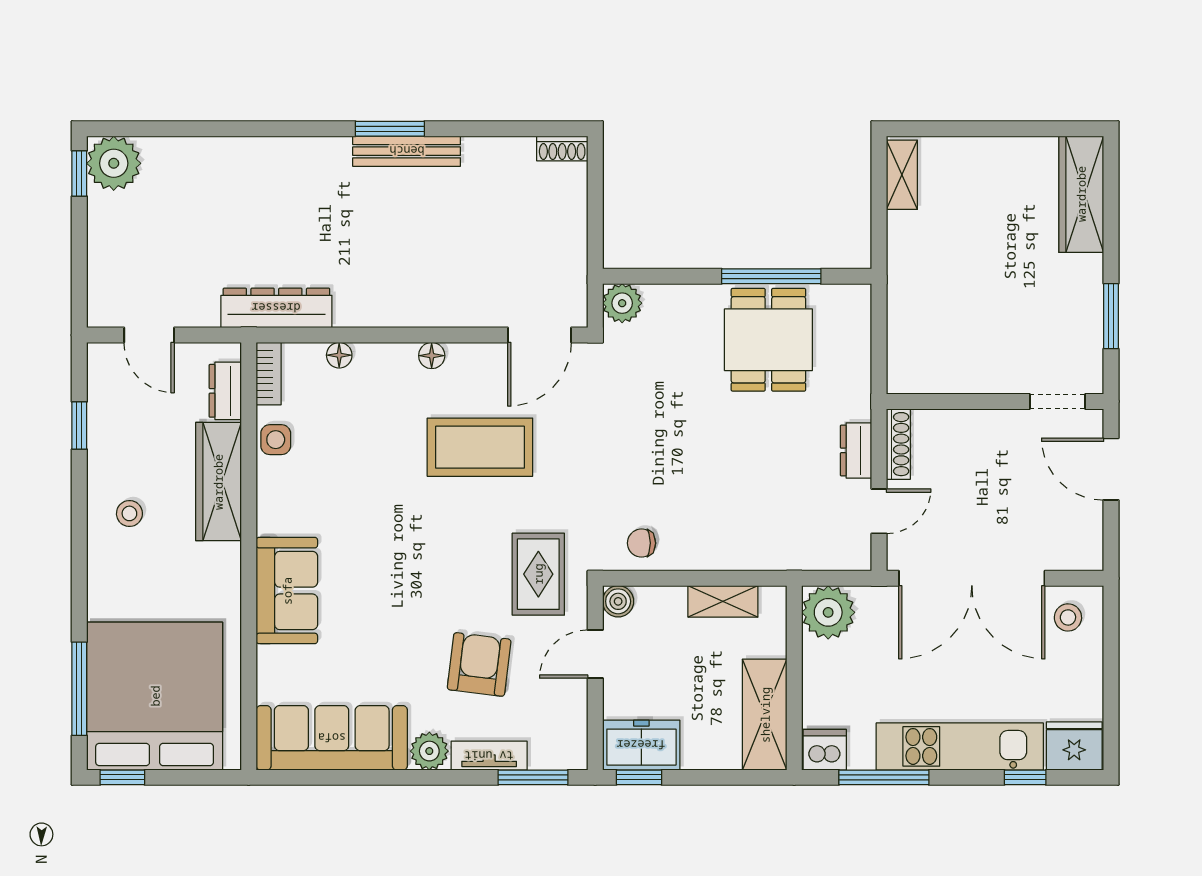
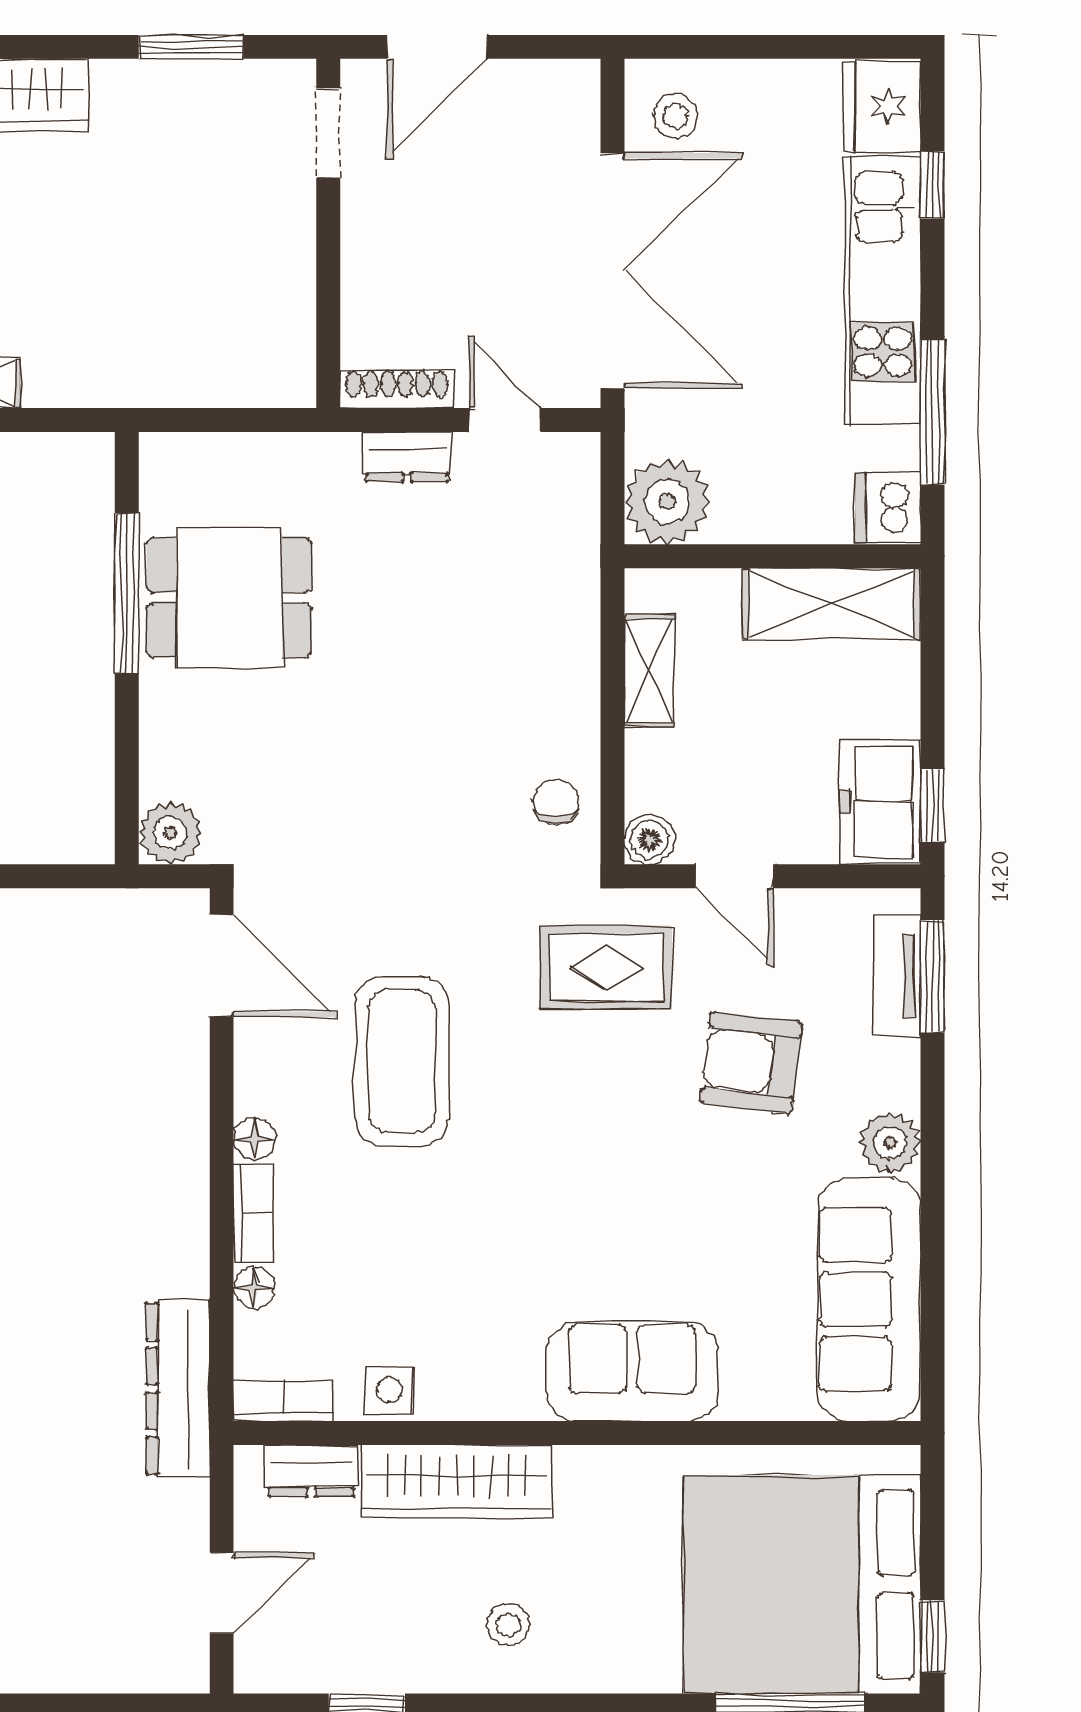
bookcase: (385, 355) -> (253, 1214), added
chair: (641, 543) -> (556, 802), turned 180
tv unit: (489, 756) -> (897, 976), moved

